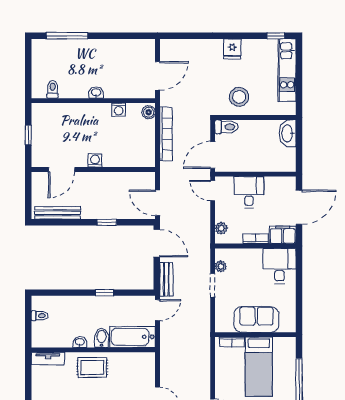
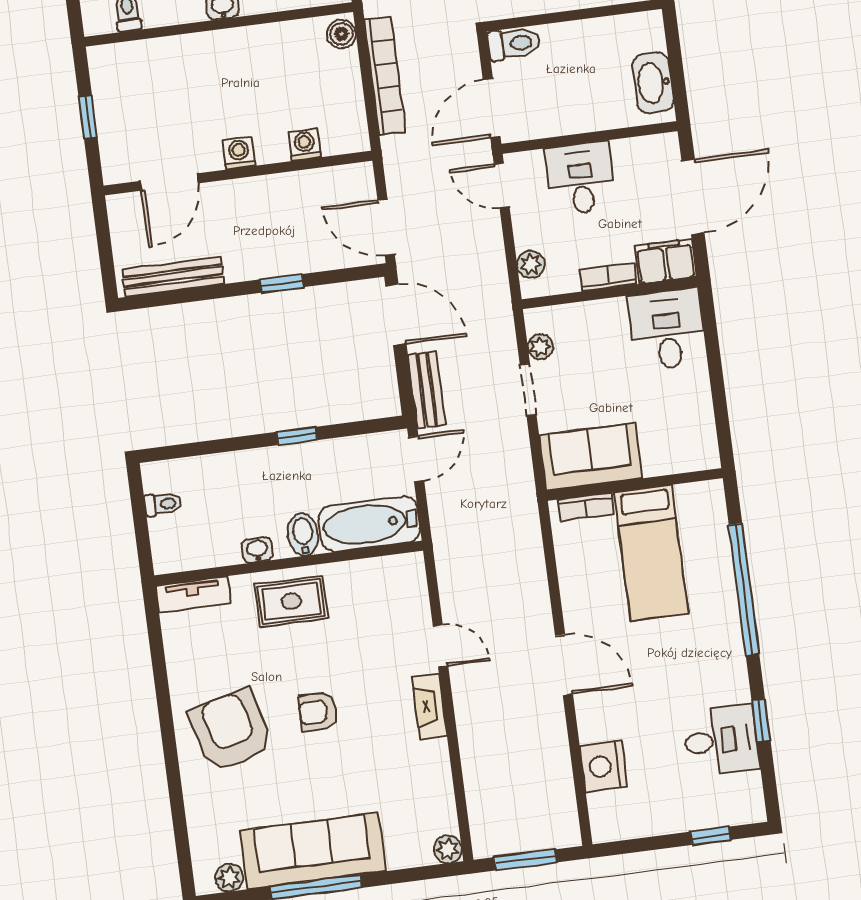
washing machine: (119, 110) -> (305, 145), moved, turned 180
washbasin: (288, 133) -> (653, 83), moved
sofa: (256, 319) -> (591, 457), moved

